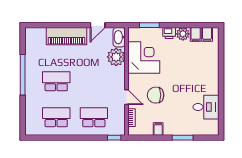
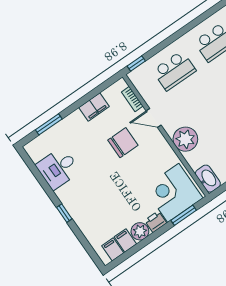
plant: (116, 57) -> (185, 139), moved
corner desk: (144, 57) -> (173, 193), moved, turned 90
window: (221, 77) -> (64, 213), added
filing cabinet: (158, 129) -> (94, 107), width x2.00
window: (183, 138) -> (49, 124), moved

